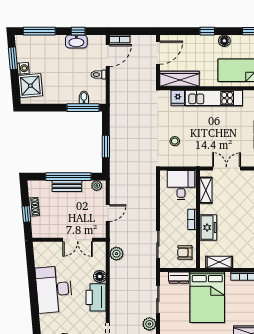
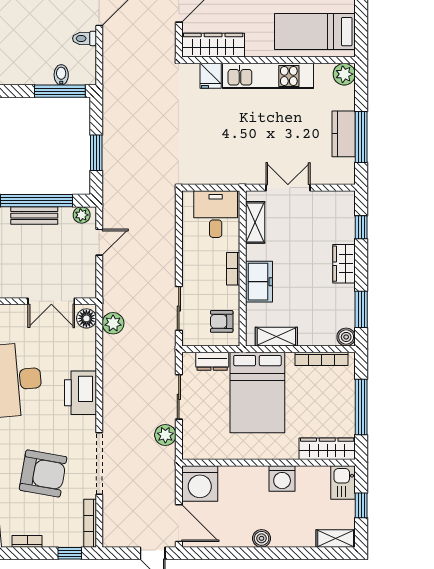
stool: (175, 141) -> (206, 144), removed
door: (108, 213) -> (99, 242), moved
floor lamp: (100, 276) -> (86, 318), moved

